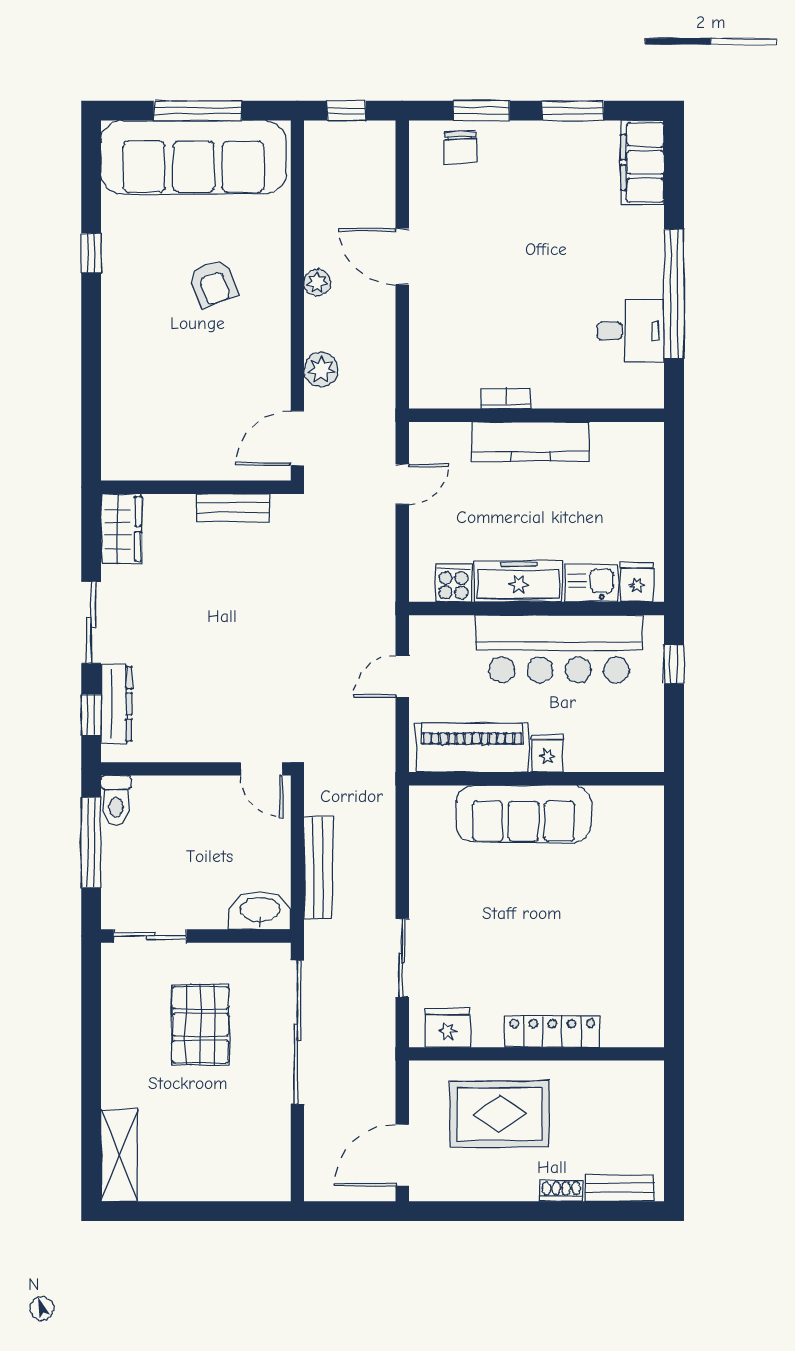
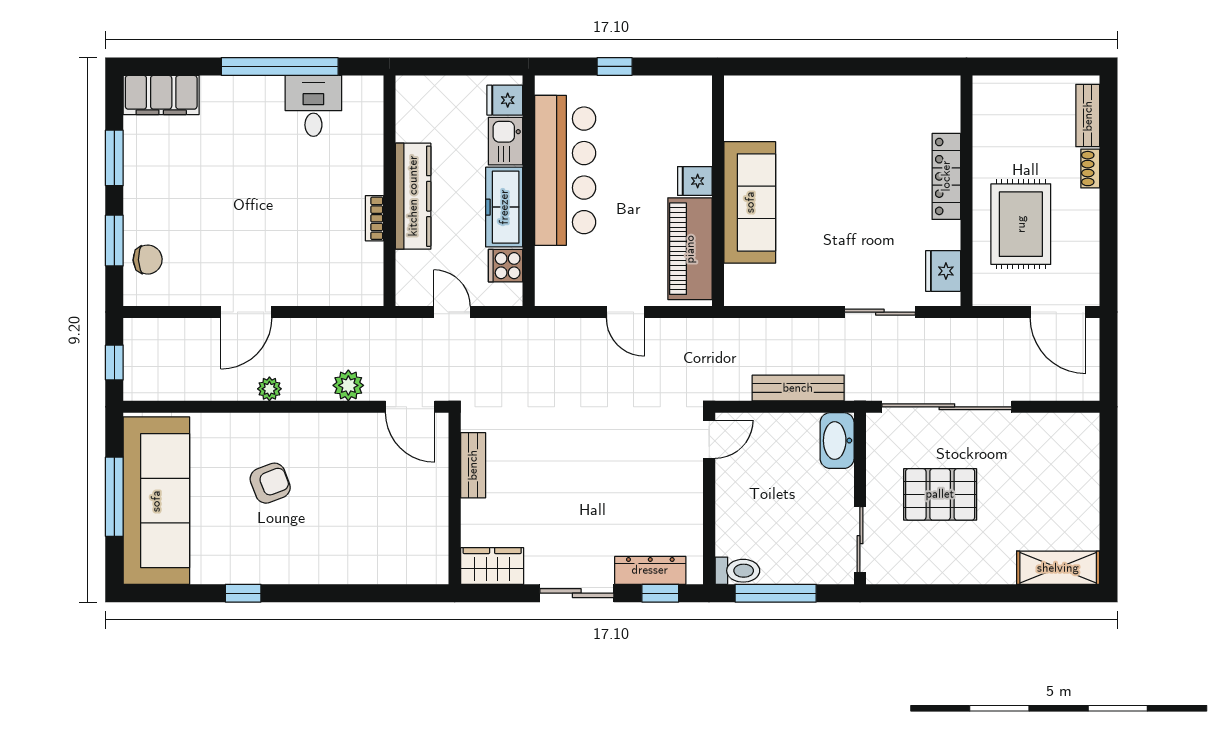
freezer: (518, 581) -> (504, 207), moved
fridge: (637, 582) -> (505, 100), moved
cooker: (454, 583) -> (506, 266), moved
kitchen sink: (591, 583) -> (506, 141), moved
wall: (536, 608) -> (529, 191), moved
bar counter: (559, 649) -> (565, 170), moved

